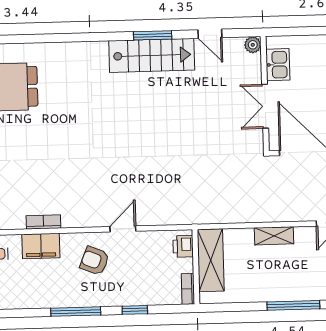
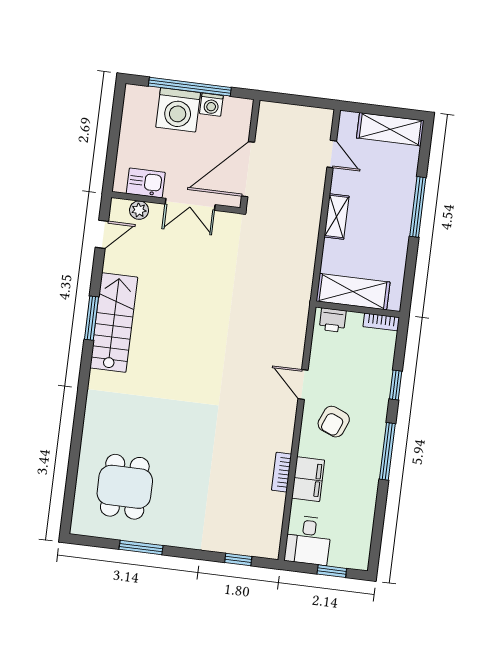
door: (210, 34) -> (102, 234), moved
plant: (253, 45) -> (139, 210), moved

